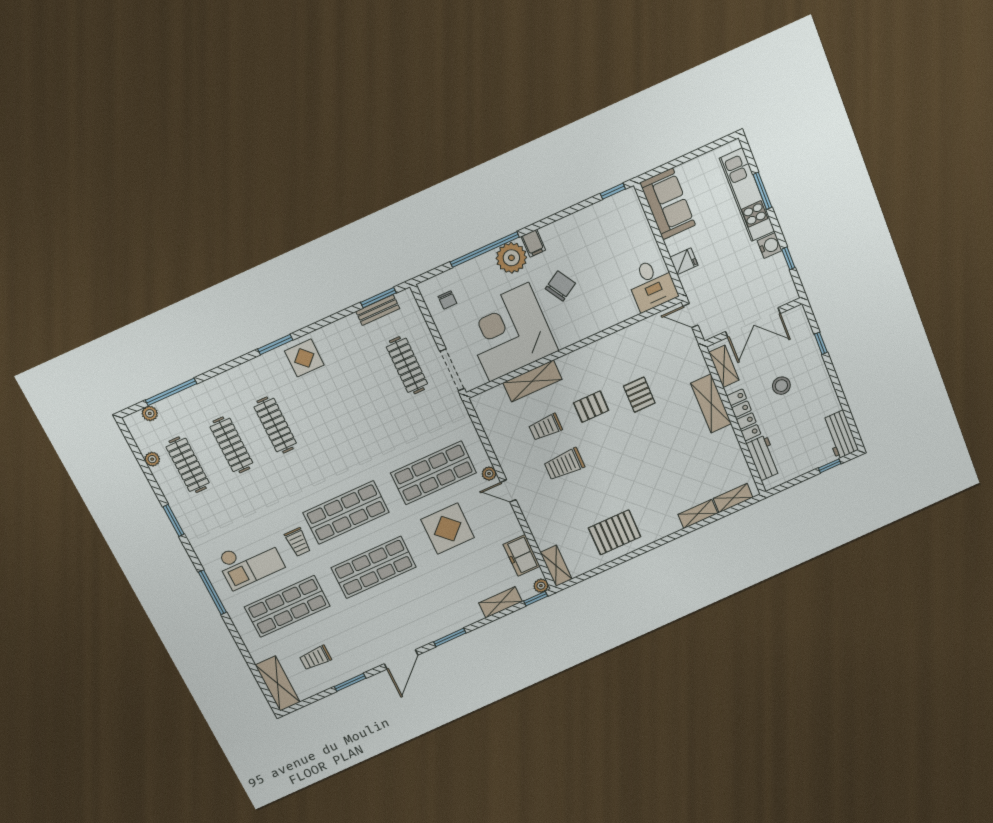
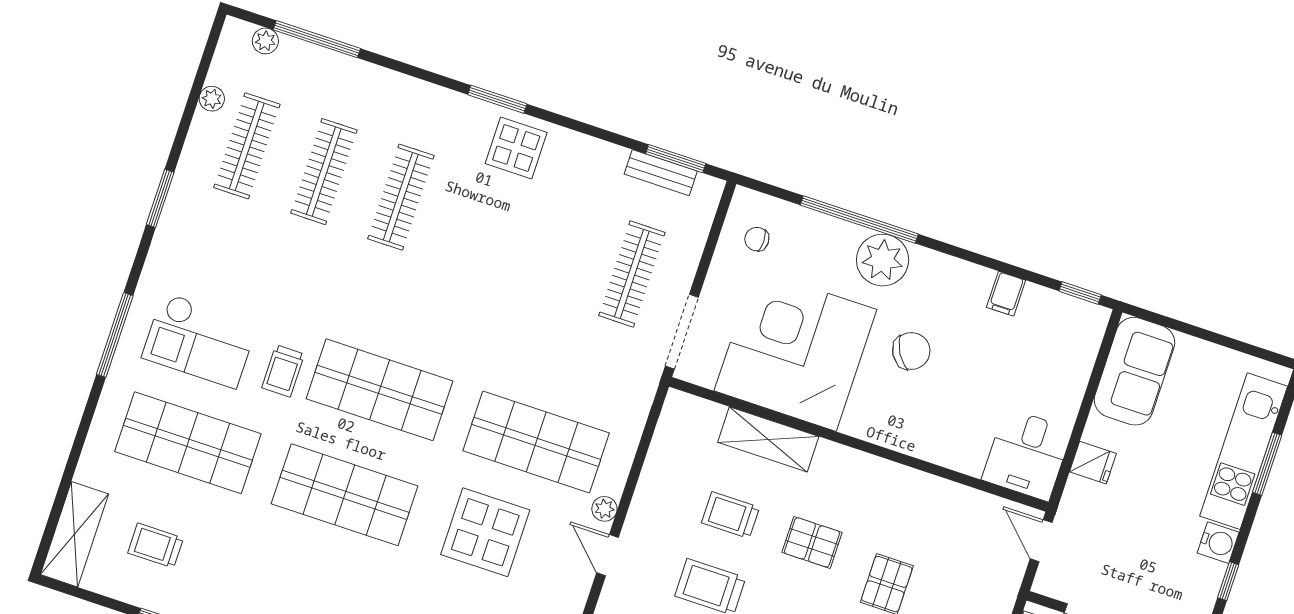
filing cabinet: (533, 243) -> (1006, 294), moved
chair: (447, 300) -> (757, 239), turned 90

